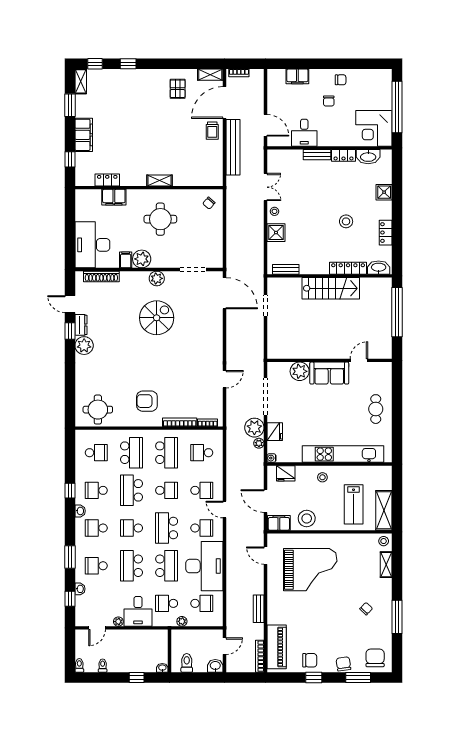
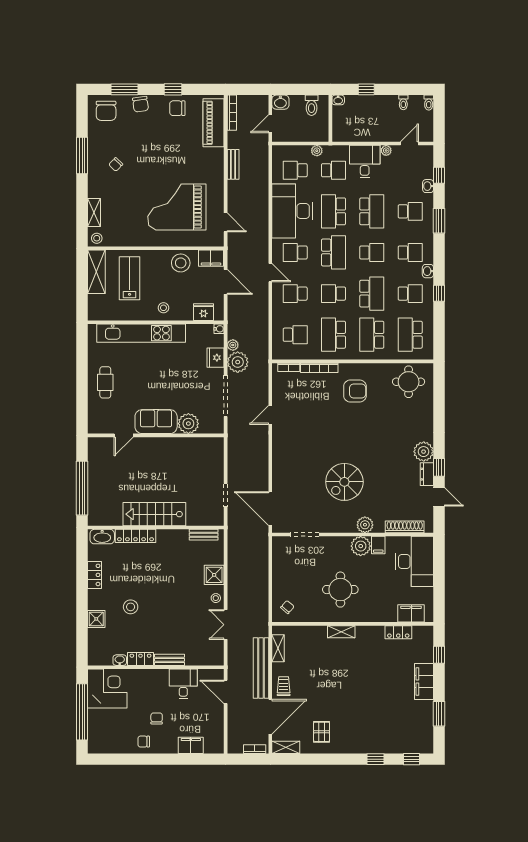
shelving: (81, 81) -> (278, 648), moved
washbasin: (368, 157) -> (120, 660), width x0.52, depth x0.69
filing cabinet: (114, 197) -> (411, 613), moved
stool: (346, 221) -> (131, 607), moved
plant: (157, 278) -> (365, 525), moved
school desk: (96, 453) -> (410, 335), width x1.85

